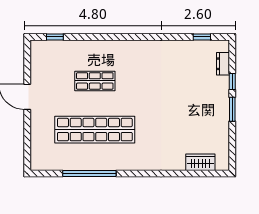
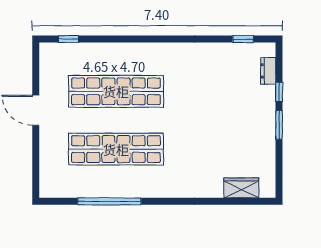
shop shelf: (95, 81) -> (116, 91), width x2.00, depth x1.36

